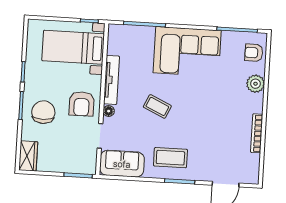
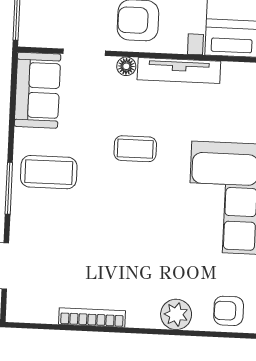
armchair: (254, 53) -> (229, 311), turned -90
coffee table: (157, 106) -> (135, 149), turned 65
coffee table: (170, 158) -> (49, 172), turned 90

